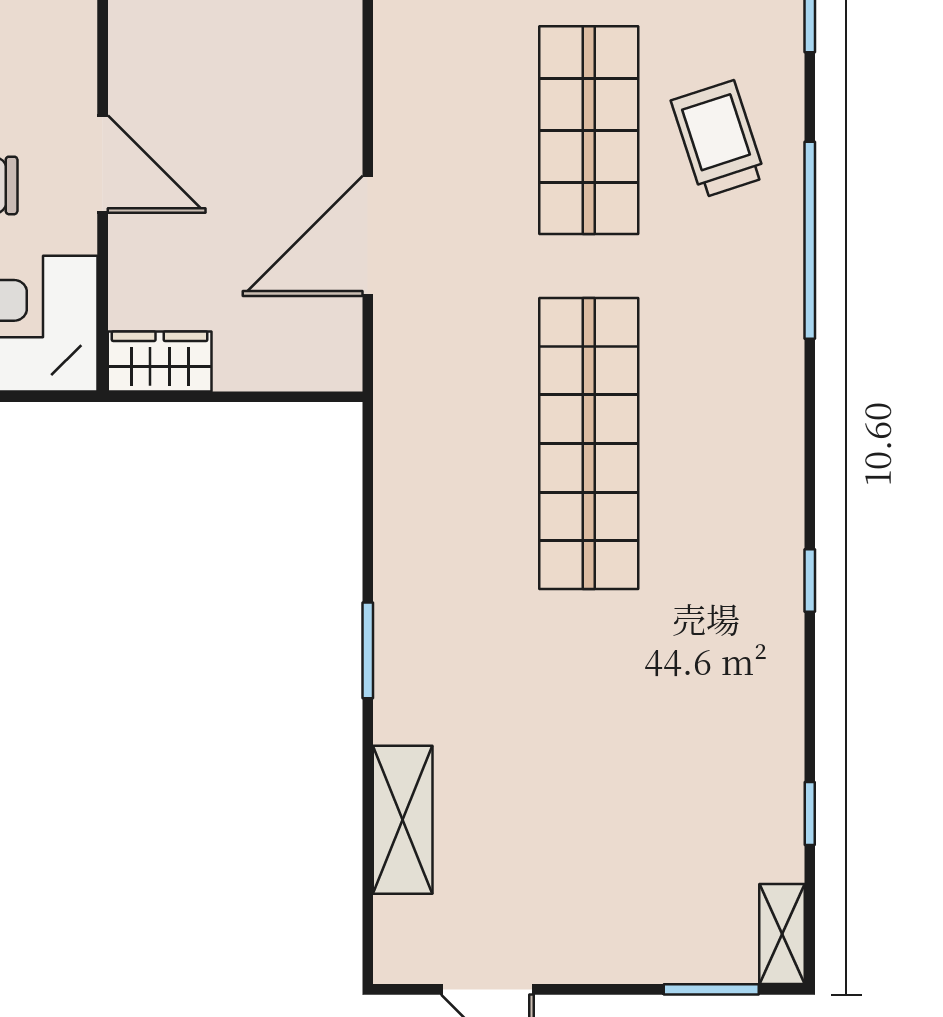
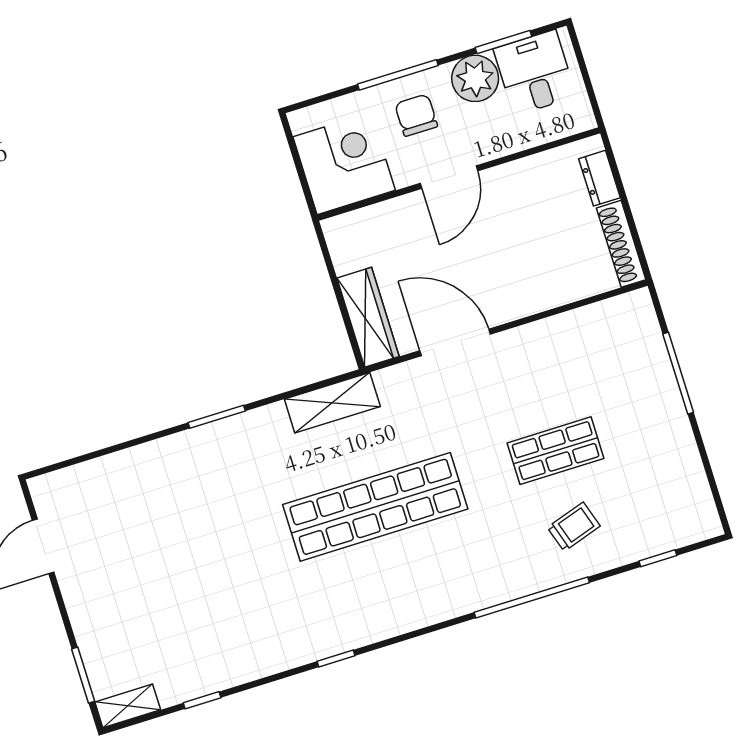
shop shelf: (589, 130) -> (556, 451), width x0.70, depth x0.74
trolley: (718, 139) -> (574, 527), width x0.73, depth x0.72
wardrobe: (160, 361) -> (368, 317), moved, width x1.50
shelving: (403, 820) -> (332, 403), moved

